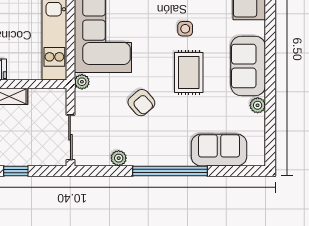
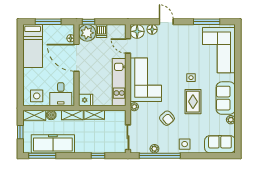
side table: (174, 150) -> (185, 144), added
sofa: (219, 150) -> (220, 144), moved
window: (170, 171) -> (160, 156), moved

